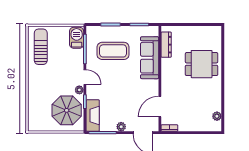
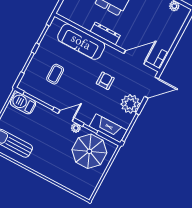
dresser: (166, 45) -> (105, 34), moved
coffee table: (113, 51) -> (55, 74), width x0.54, depth x0.58
armchair: (129, 93) -> (105, 81), added
door: (160, 107) -> (135, 57), swing flipped
plant: (121, 127) -> (130, 104), width x1.87, depth x1.87

